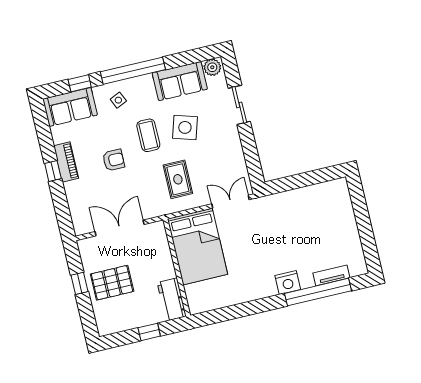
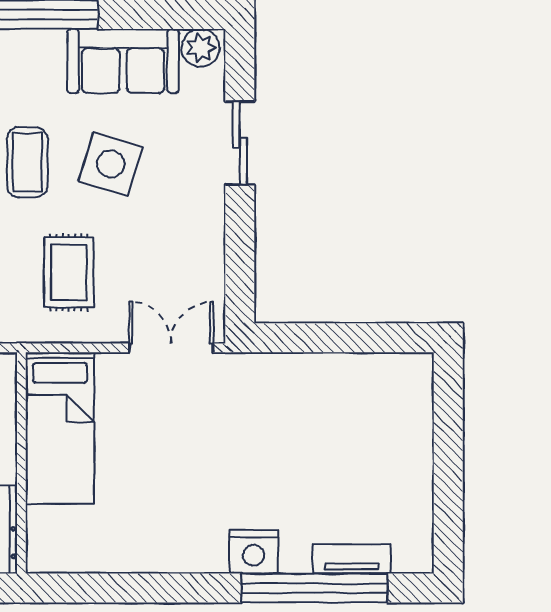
bed: (197, 247) -> (60, 428), width x0.67

